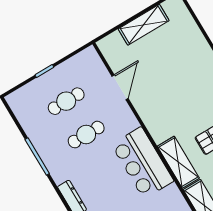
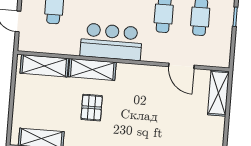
shelving: (144, 25) -> (218, 93), moved

